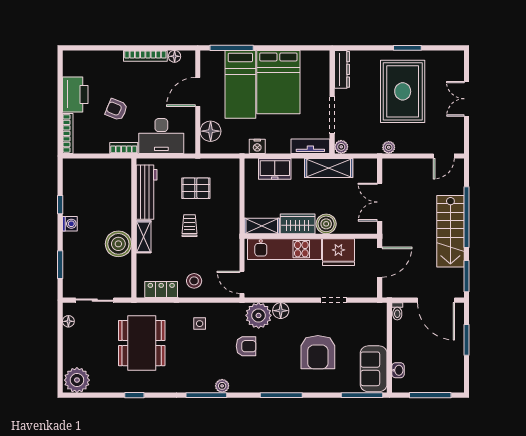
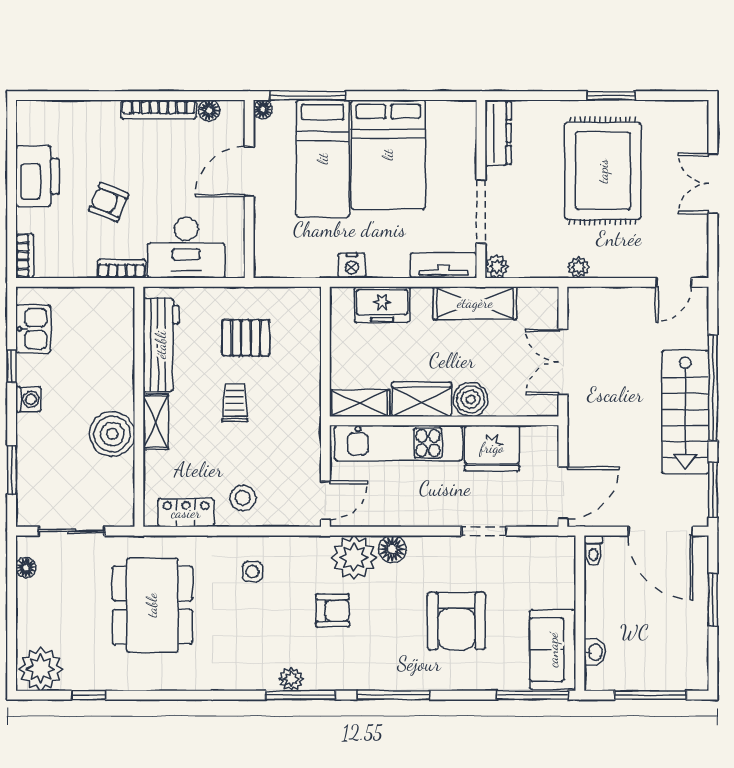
floor lamp: (211, 131) -> (263, 109), moved, width x0.53, depth x0.53
bookcase: (68, 133) -> (25, 256), width x0.64
kitchen sink: (73, 183) -> (33, 329), added
door: (380, 262) -> (563, 493), moved
door: (242, 282) -> (325, 500), swing flipped
window: (134, 395) -> (89, 695), moved
window: (206, 395) -> (301, 695), moved

